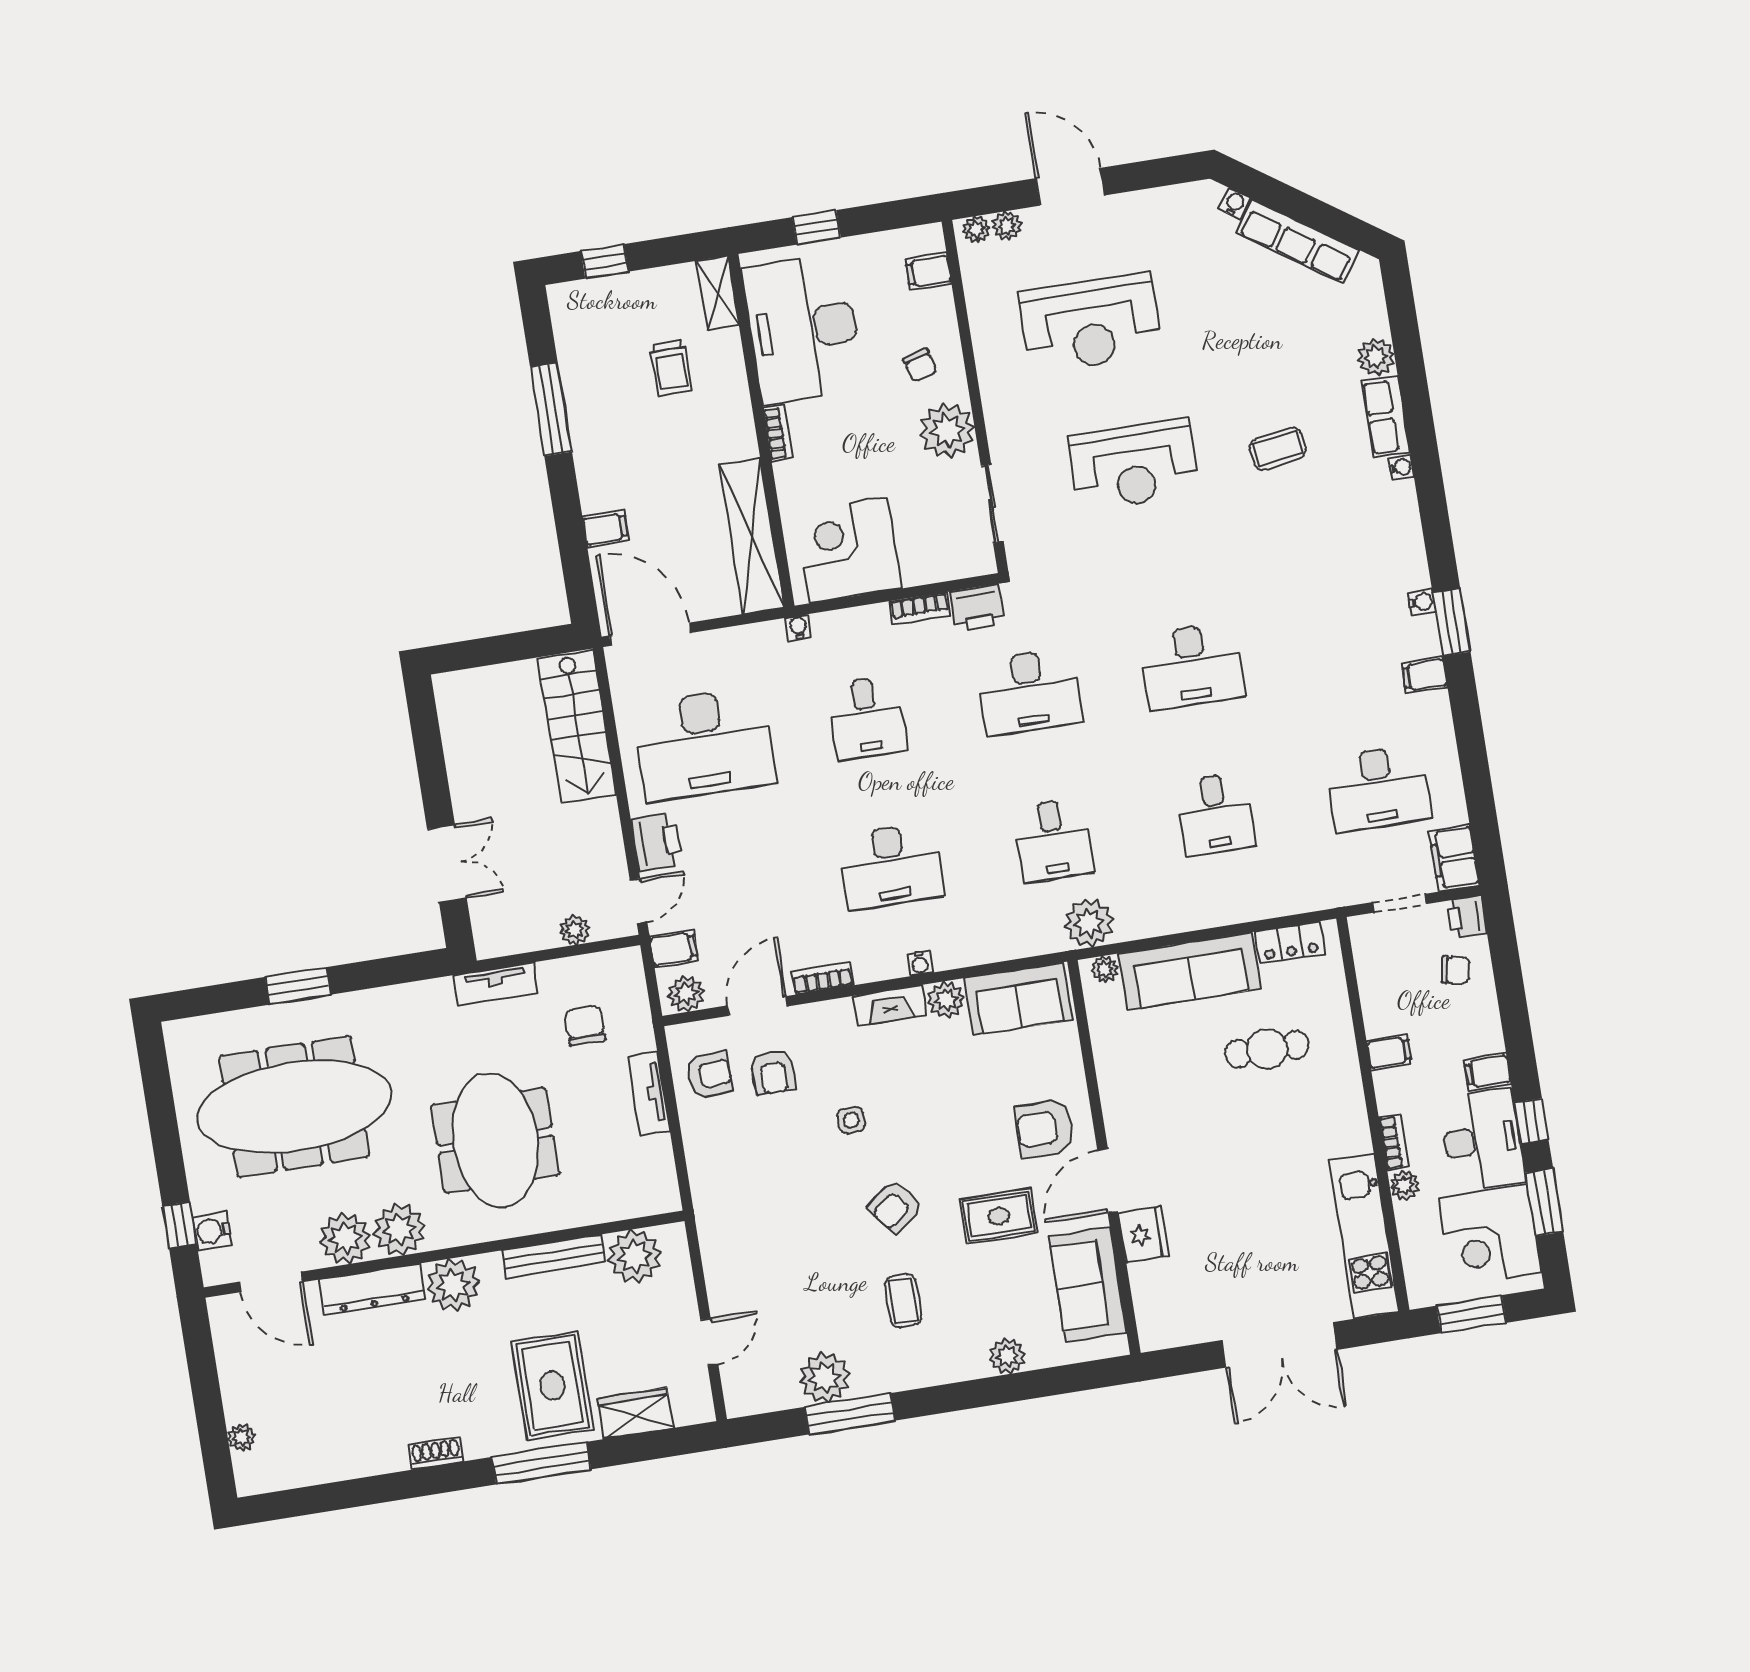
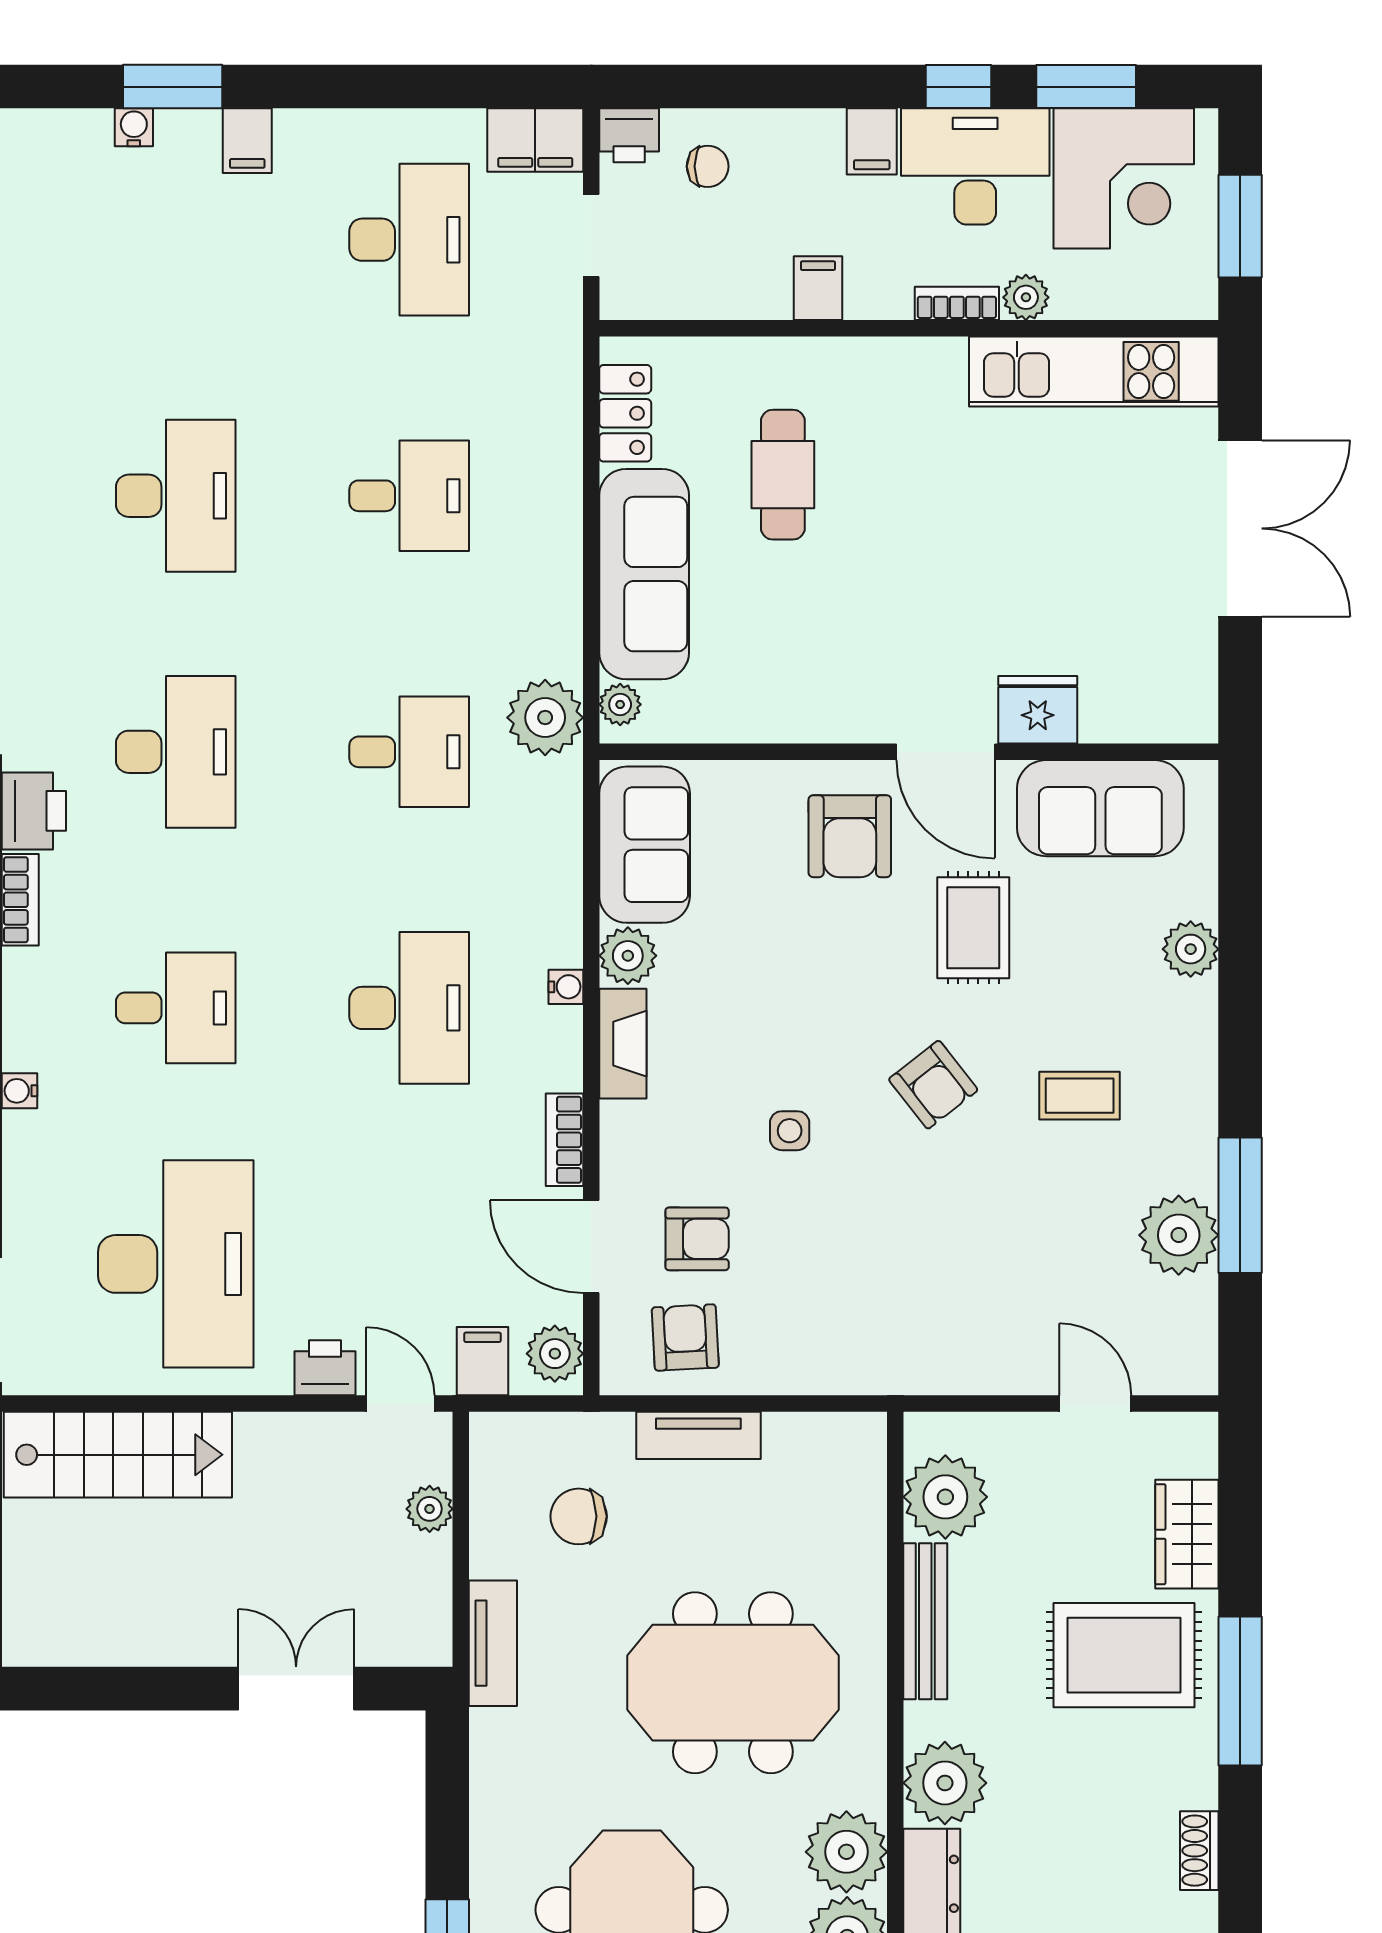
printer: (657, 842) -> (325, 1368), width x0.73, depth x0.81
chair: (1455, 970) -> (708, 166), turned 78

